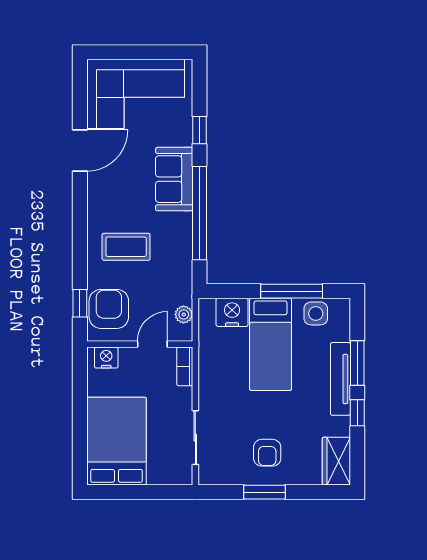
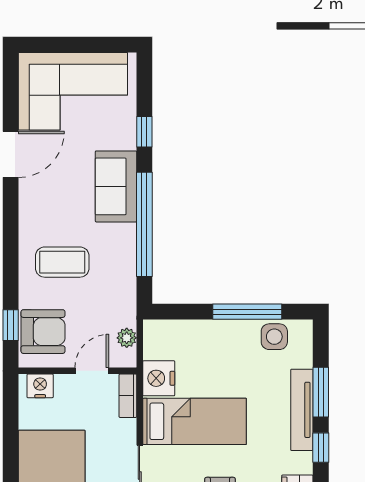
armchair: (109, 309) -> (43, 332), turned 90
nightstand: (232, 312) -> (159, 378), moved, turned -90
bed: (271, 344) -> (195, 421), moved, turned -90

